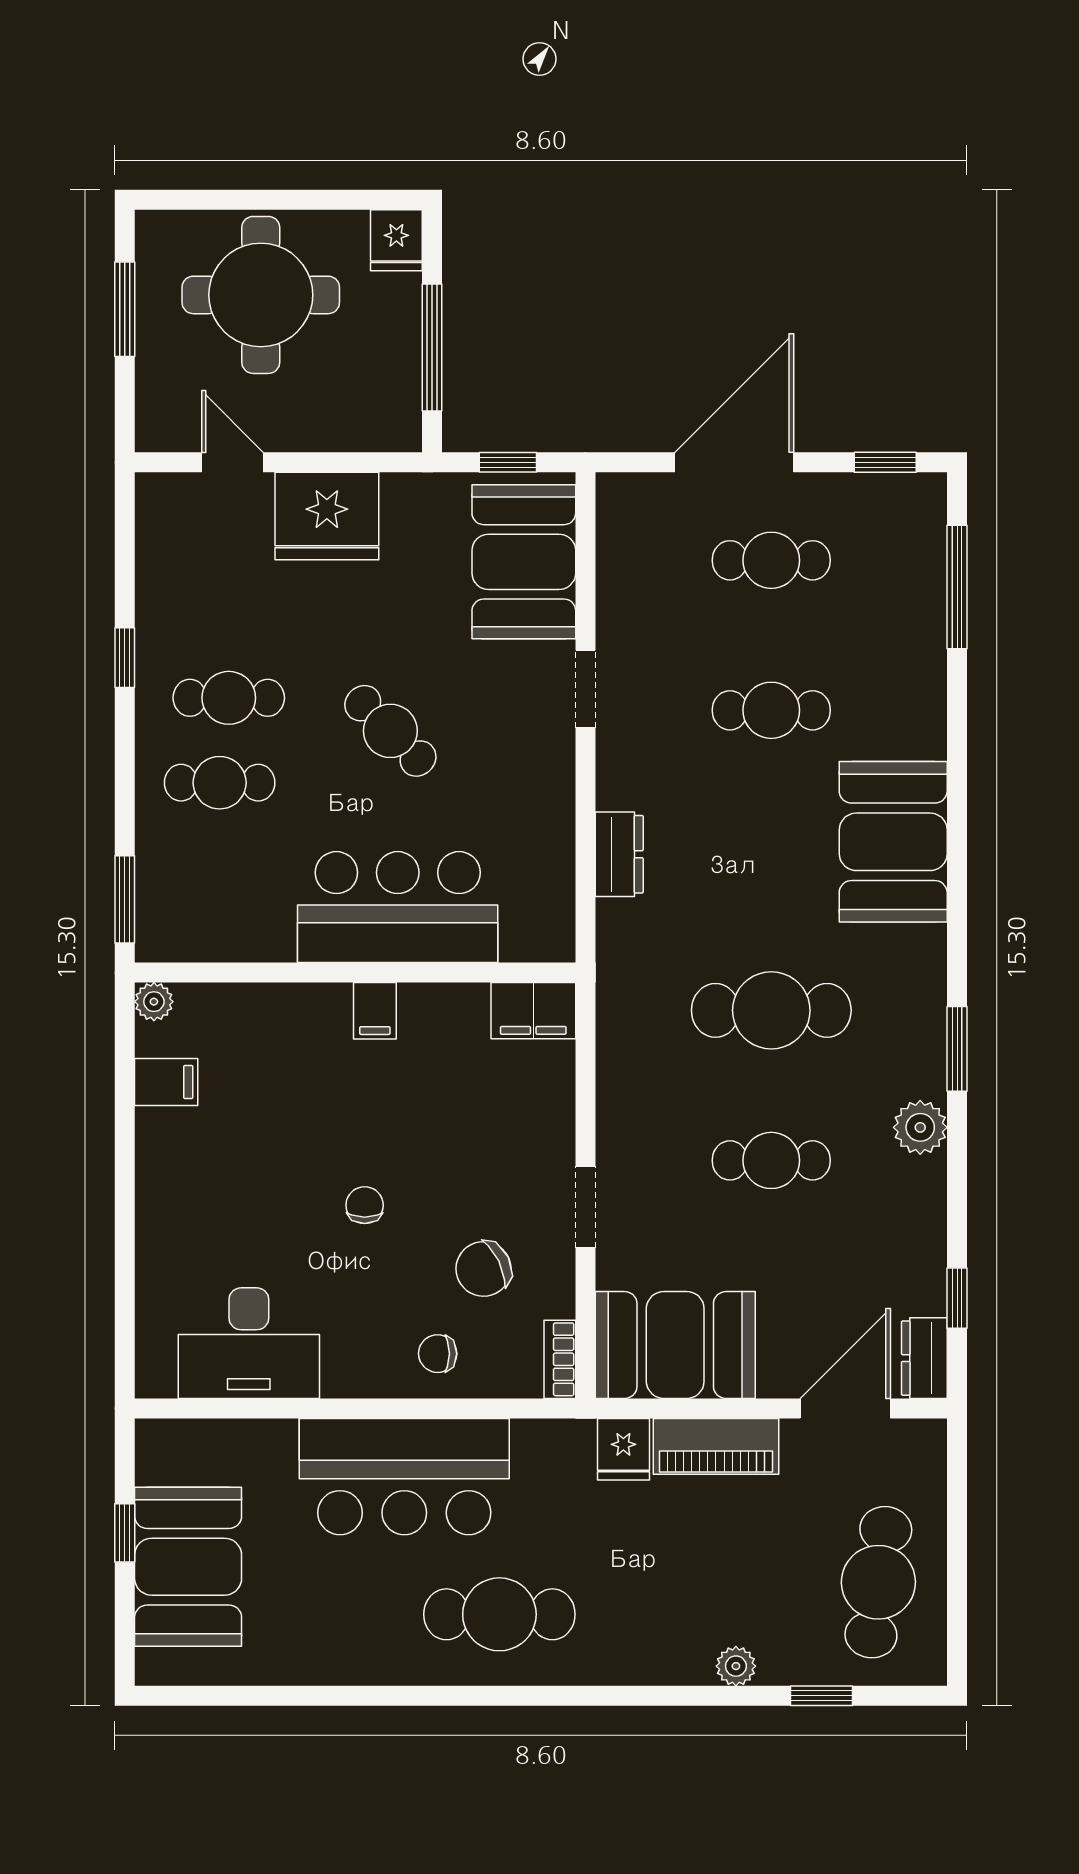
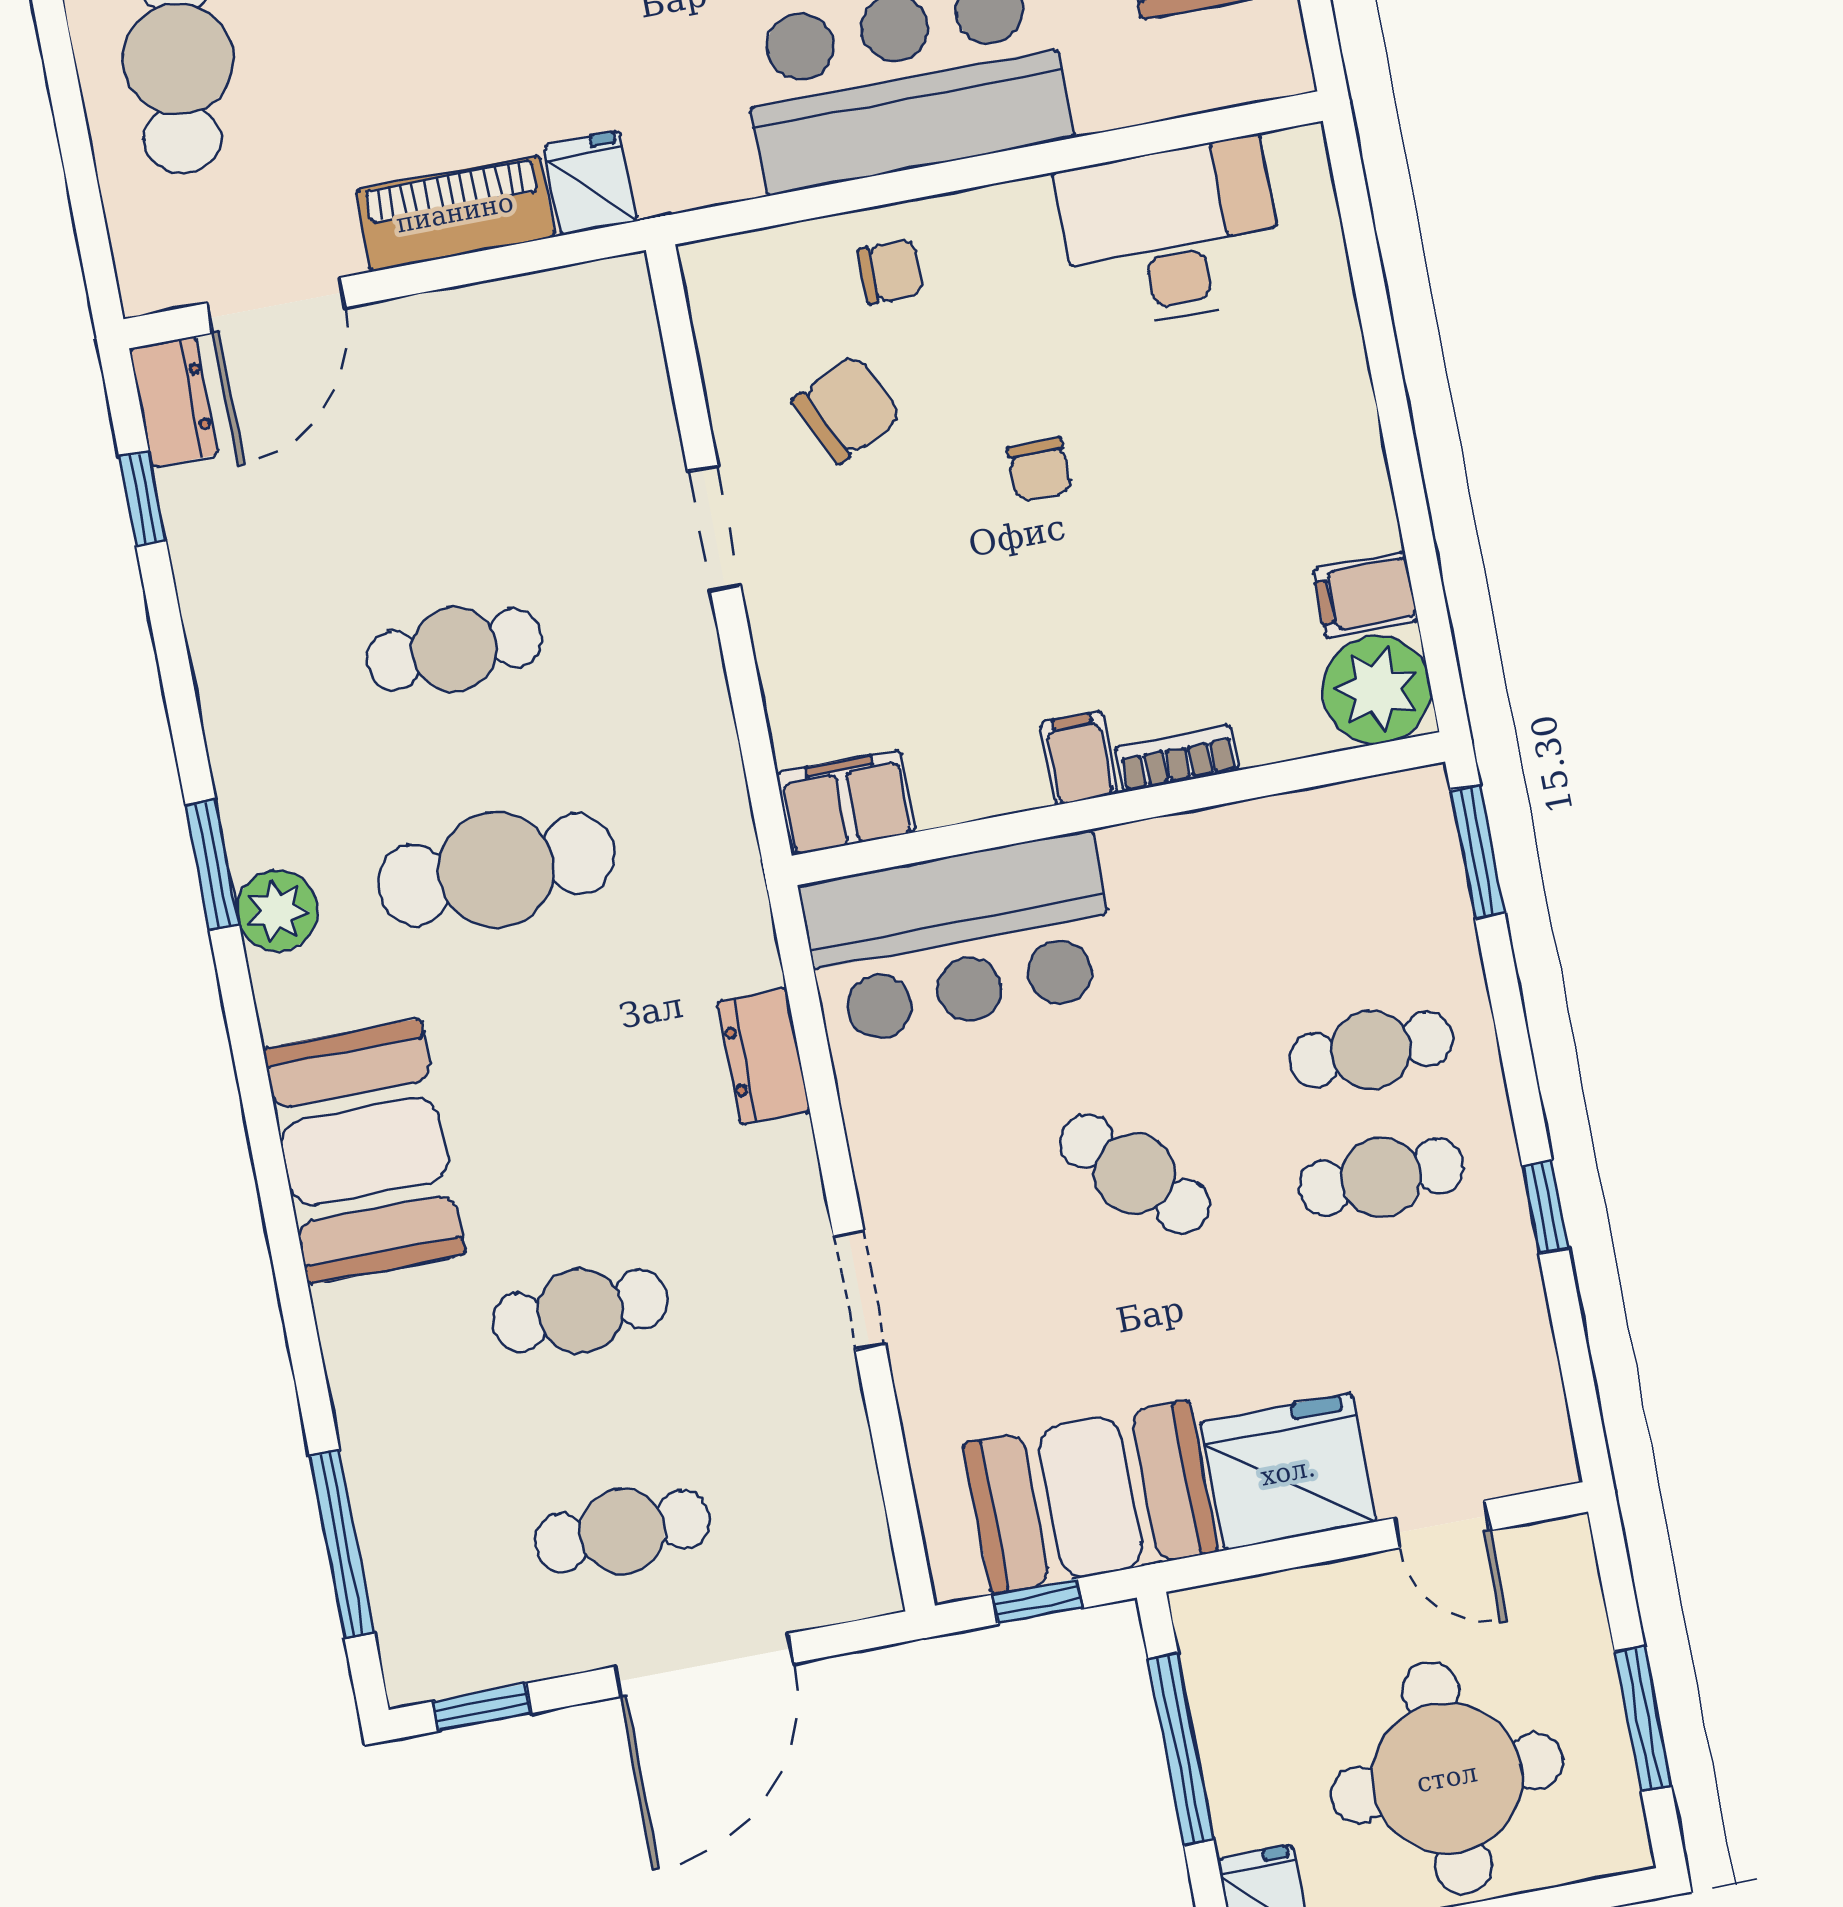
booth: (524, 562) -> (1090, 1497), moved, turned 90
bar counter: (398, 907) -> (960, 939), moved
plant: (154, 1002) -> (1377, 689), width x1.87, depth x1.87
plant: (920, 1127) -> (277, 911), moved
booth: (675, 1345) -> (544, 351), removed
bookcase: (560, 1359) -> (1177, 758), moved, turned -90

